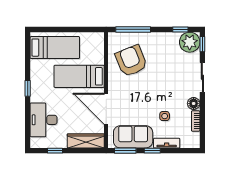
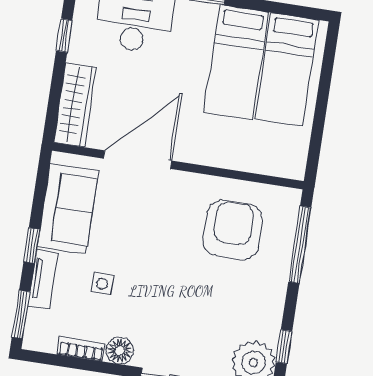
armchair: (131, 61) -> (233, 230), turned -68
bed: (79, 76) -> (236, 62), moved, turned 180
window: (125, 151) -> (21, 314), moved

